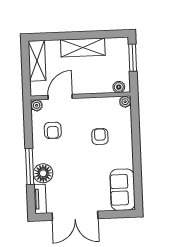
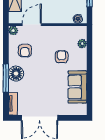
plant: (125, 102) -> (82, 44), moved
floor lamp: (43, 173) -> (16, 74), moved
sofa: (122, 190) -> (77, 87), moved

